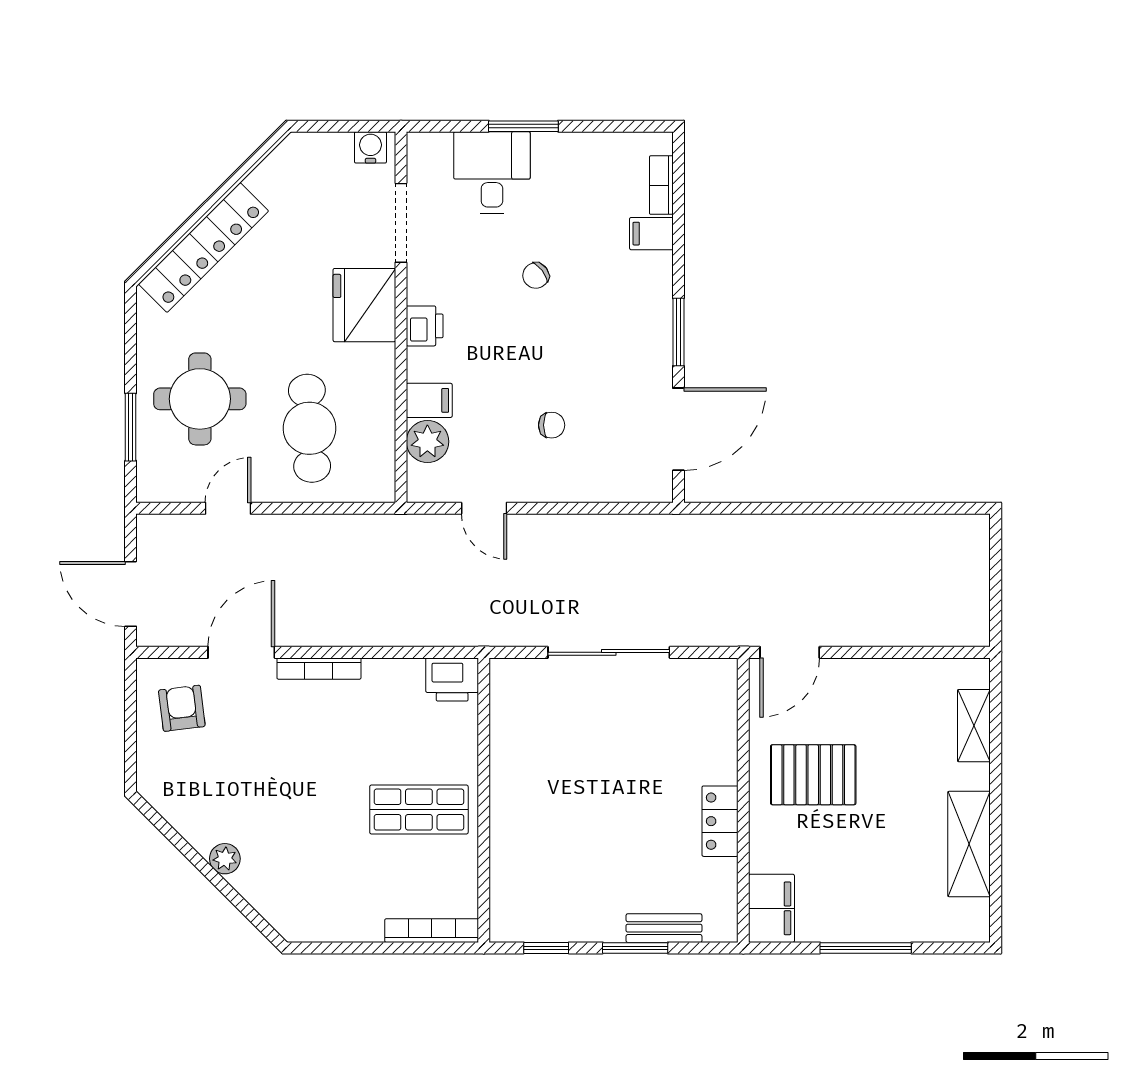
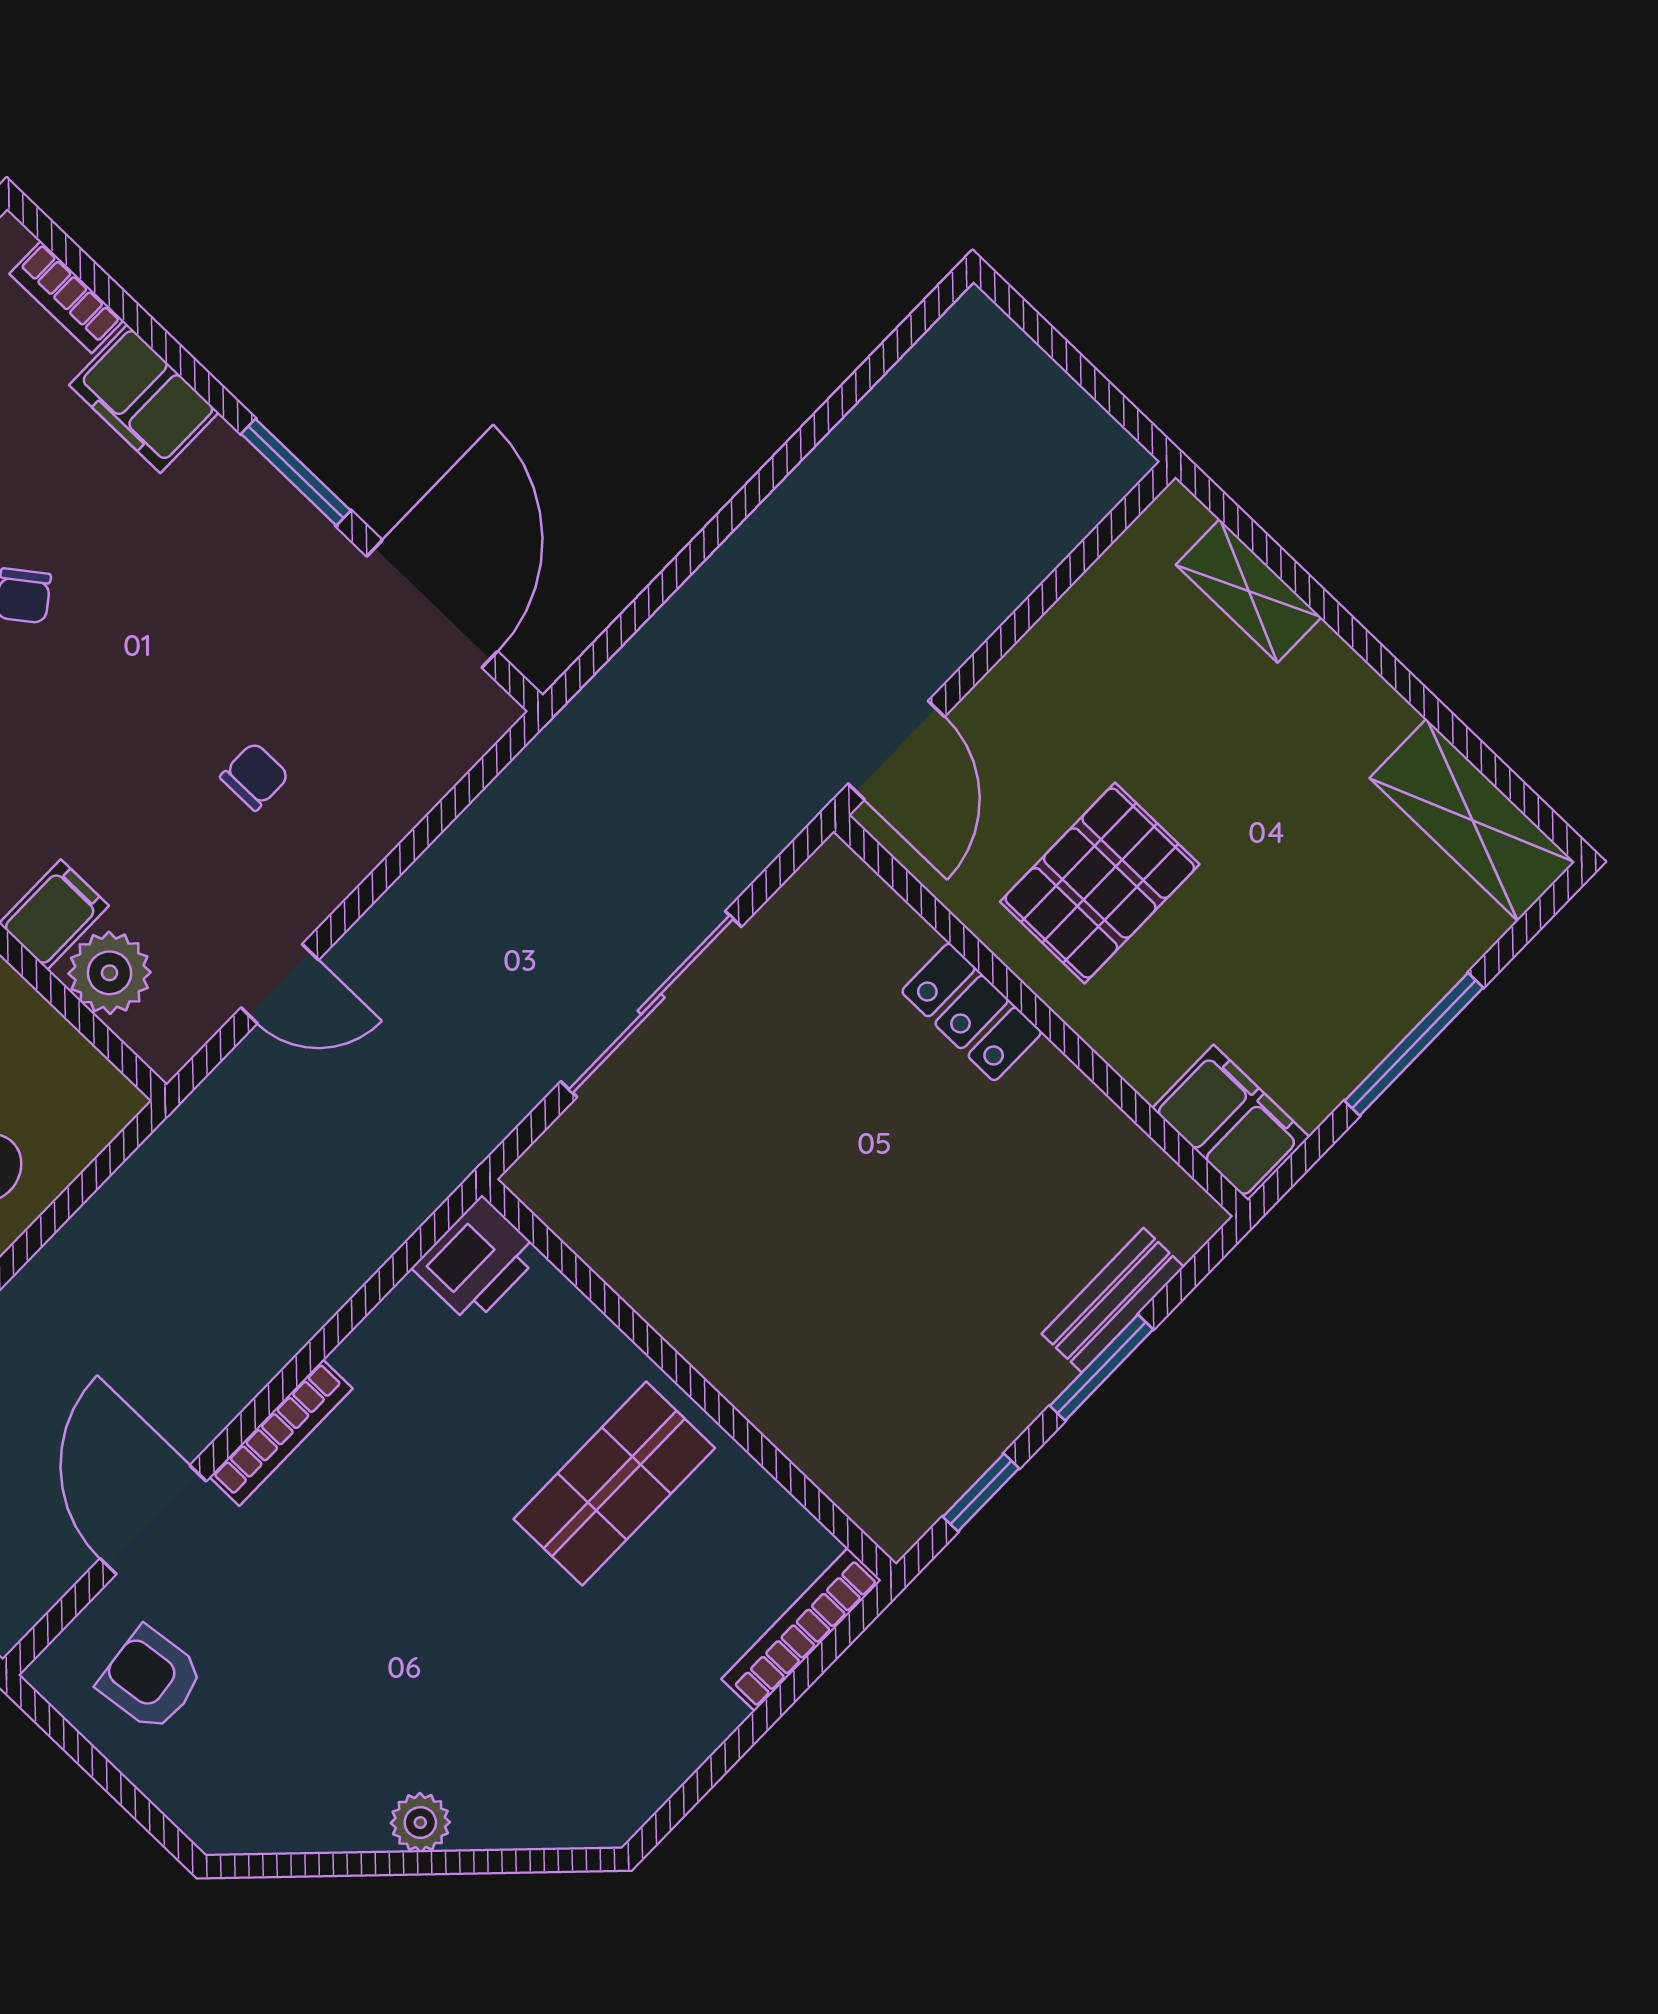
filing cabinet: (651, 234) -> (144, 399), width x2.00
locker: (720, 821) -> (972, 1012), moved
shelving: (969, 844) -> (1472, 820), moved

